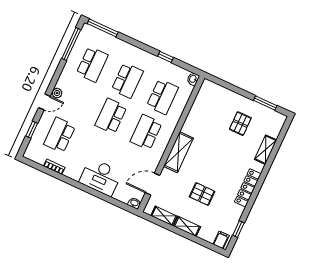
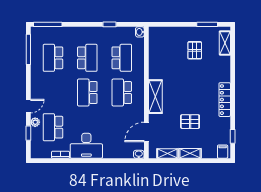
school desk: (92, 64) -> (53, 58), turned 180
plant: (57, 93) -> (35, 122), moved
shelving: (266, 150) -> (225, 43), moved
desk: (101, 177) -> (86, 146), moved

